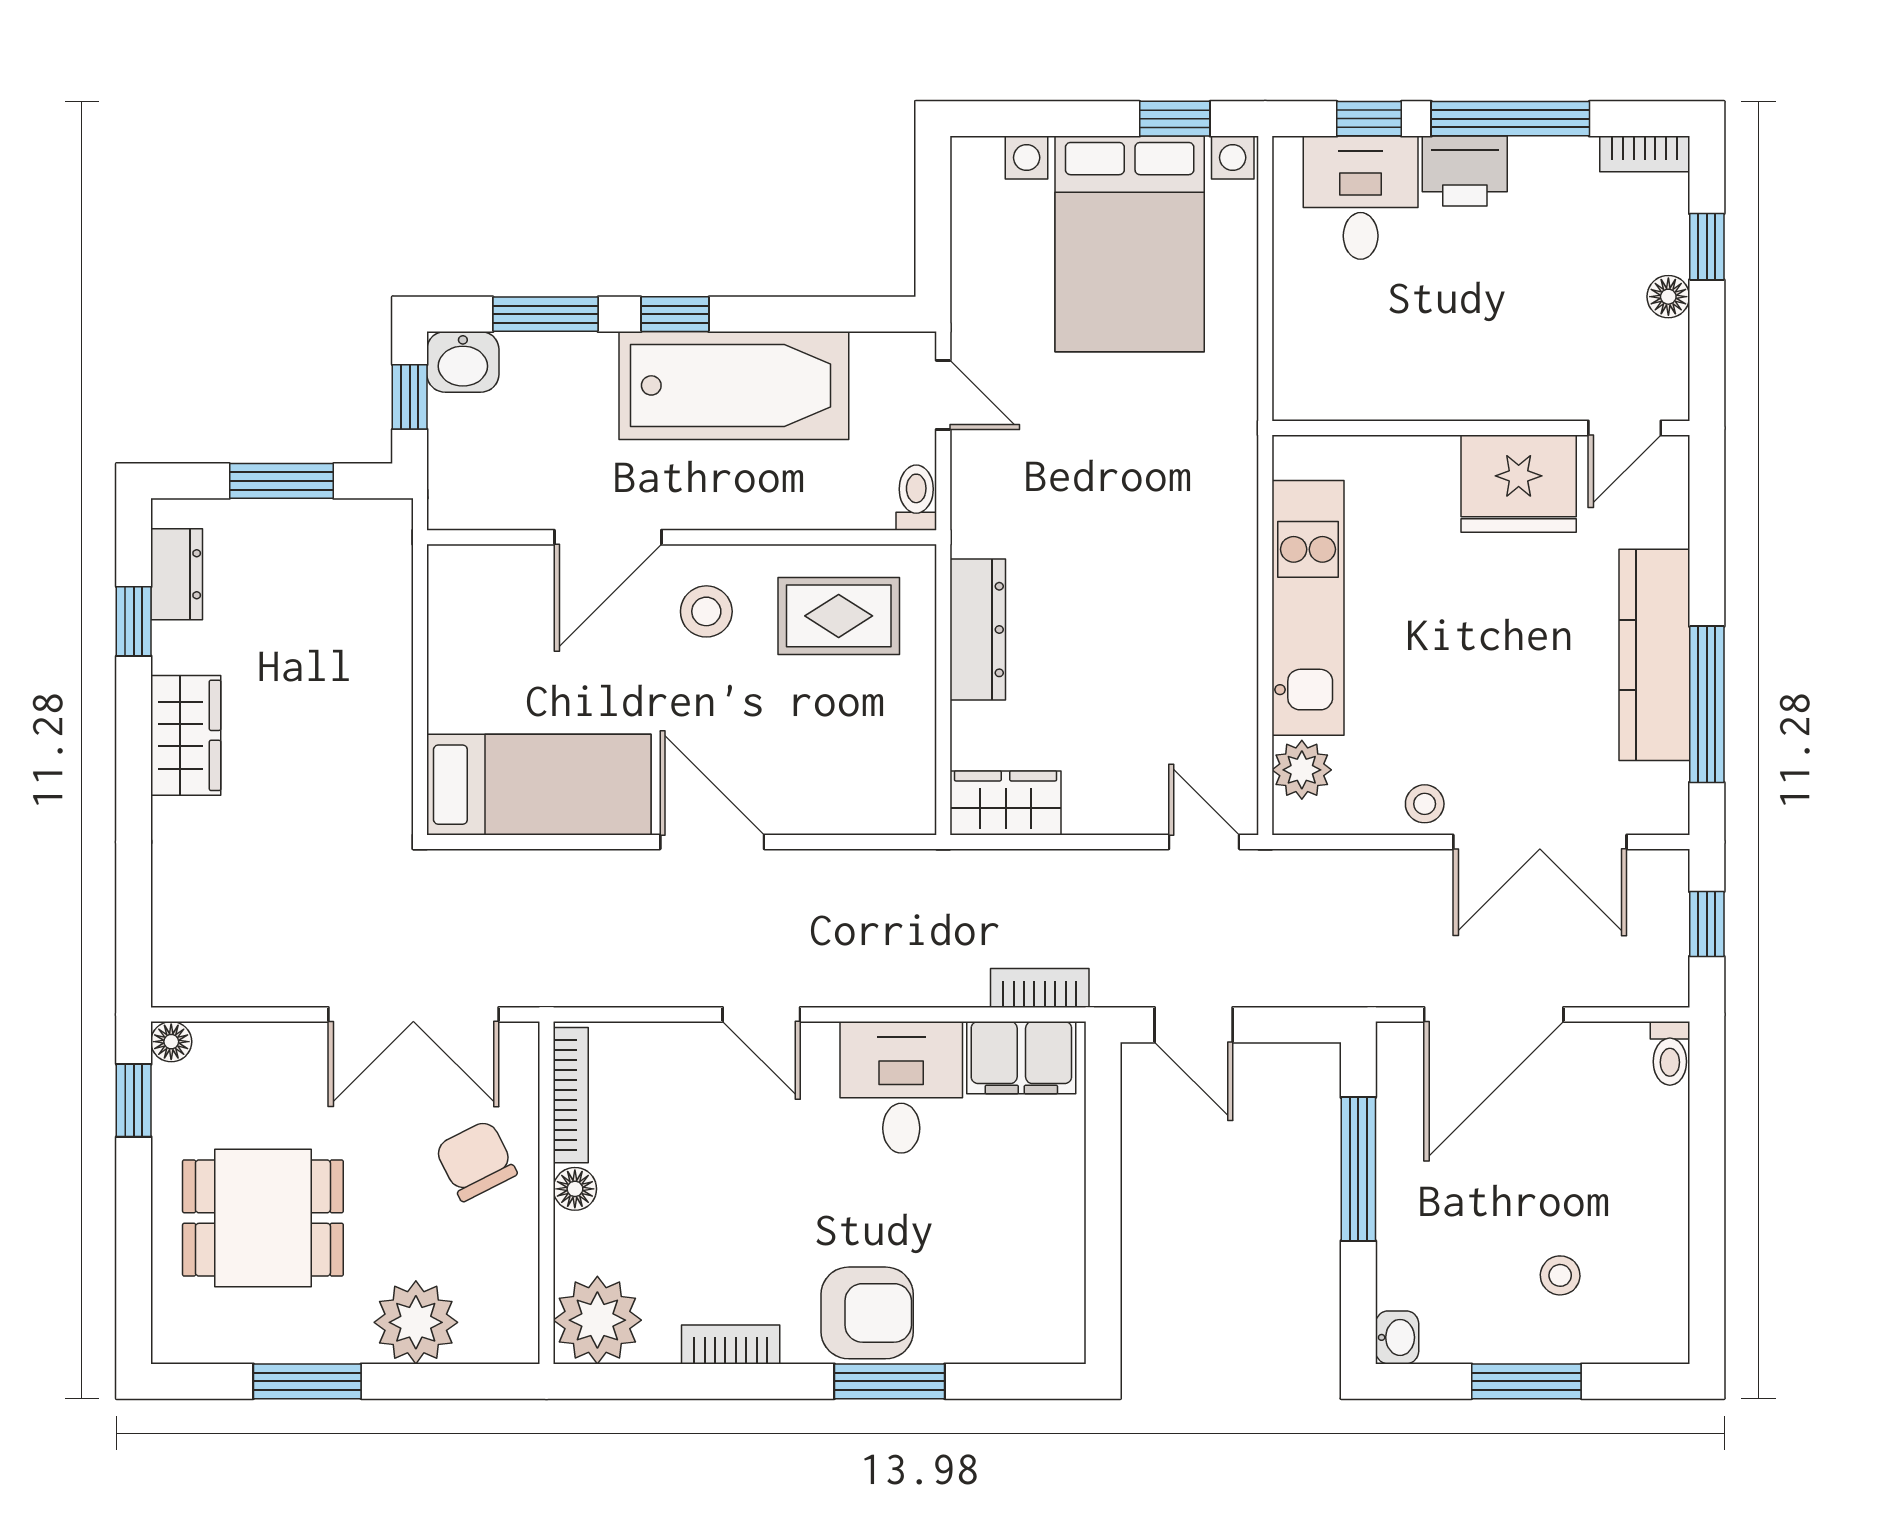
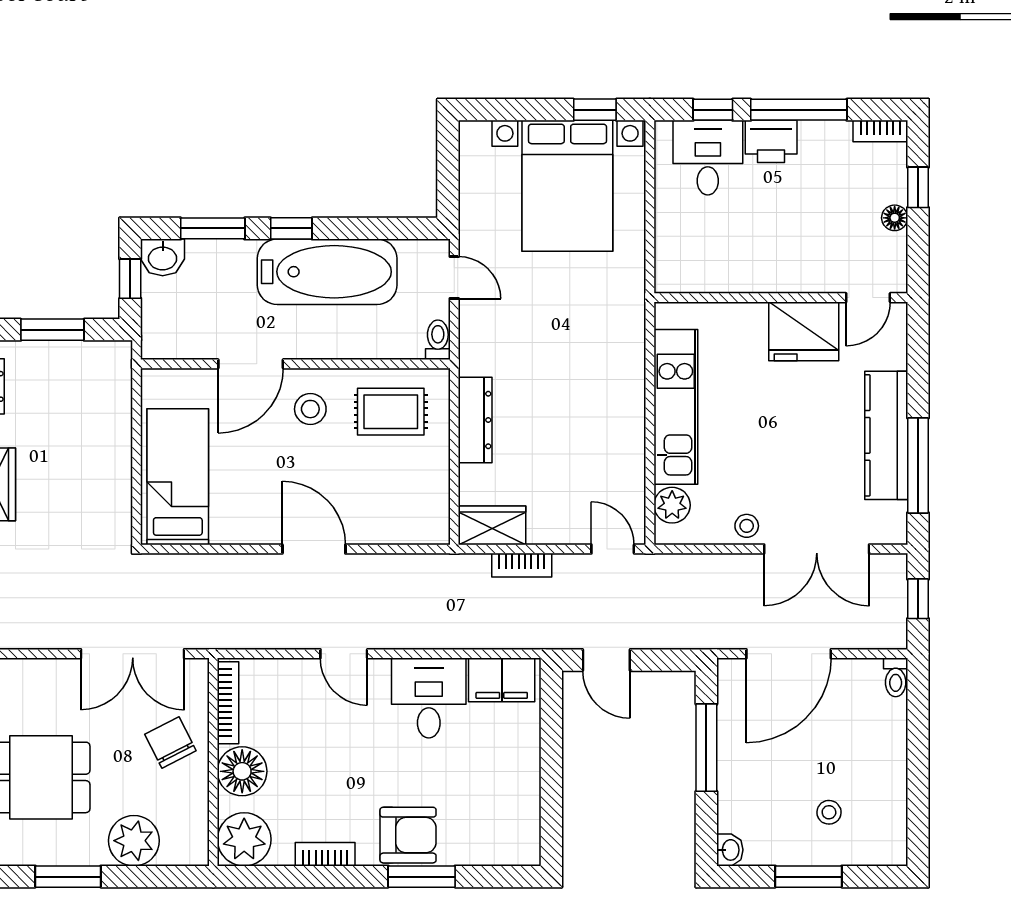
bed: (539, 785) -> (178, 477), moved, turned -90
bookcase: (1040, 988) -> (522, 565), moved, turned 180
floor lamp: (575, 1189) -> (242, 771), width x1.89, depth x1.89

